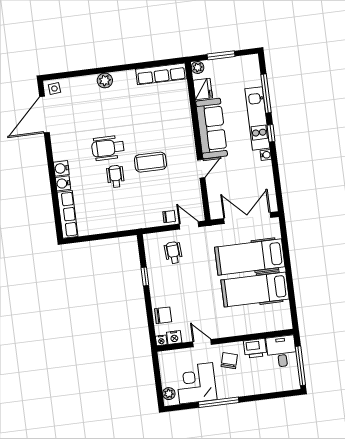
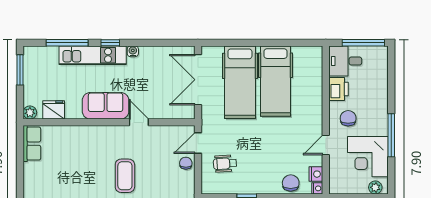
window: (221, 55) -> (20, 70), moved
row of seats: (161, 74) -> (32, 144), width x0.68
sofa: (212, 128) -> (106, 106), width x0.73
chair: (229, 361) -> (348, 118), turned 74

